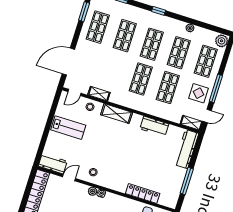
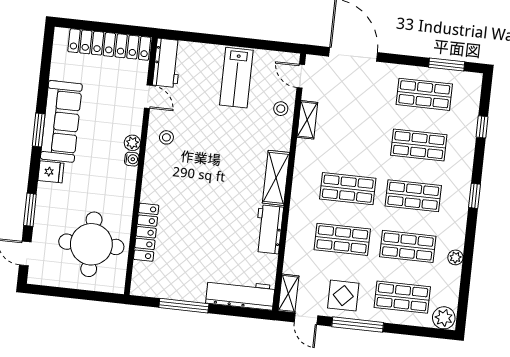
shelving: (117, 114) -> (276, 178), moved

